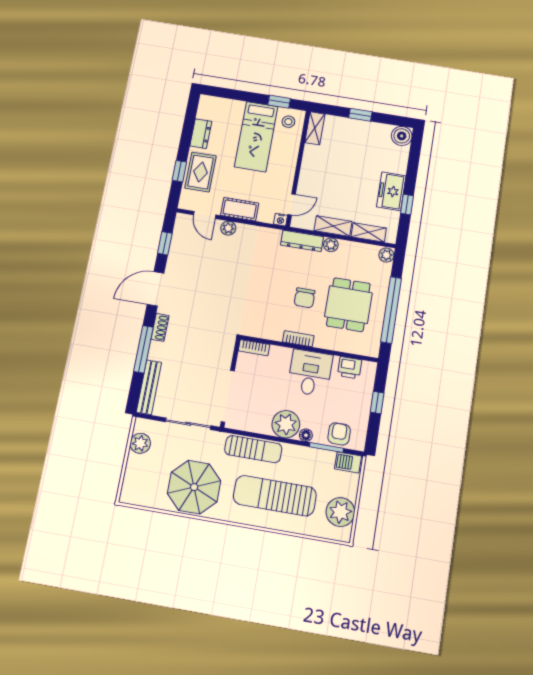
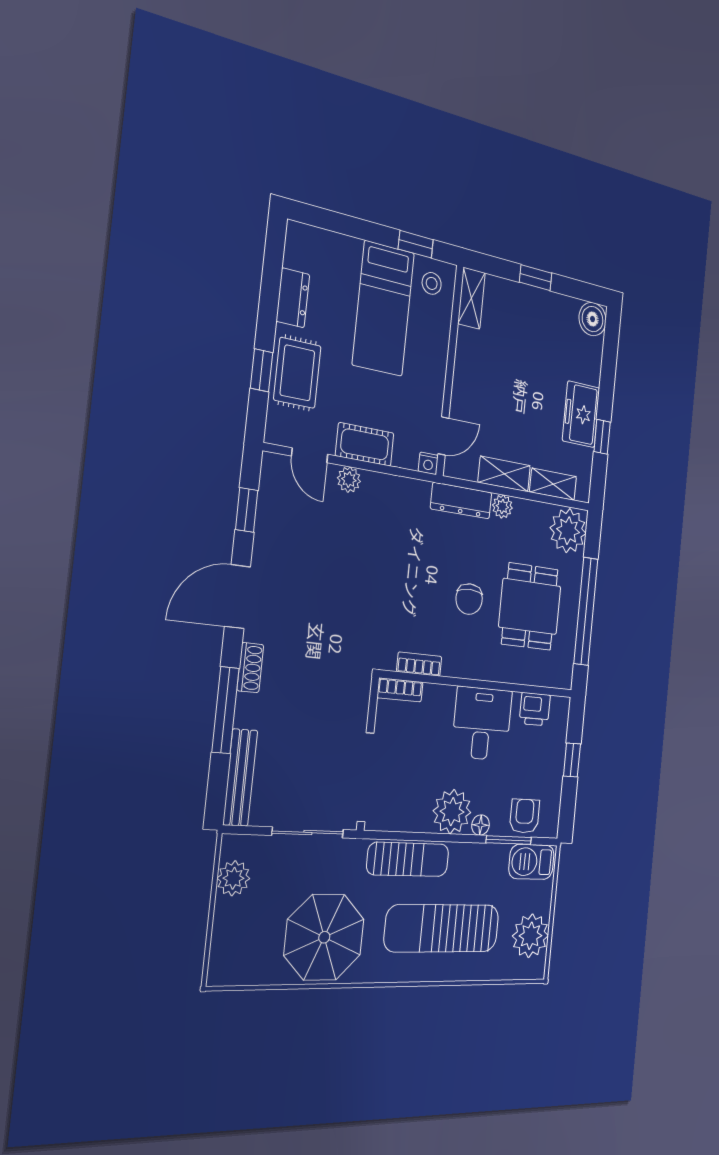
plant: (386, 255) -> (568, 531), width x1.87, depth x1.87
bookcase: (298, 339) -> (419, 664), moved
barbecue: (348, 462) -> (531, 862), width x1.38, depth x1.27

